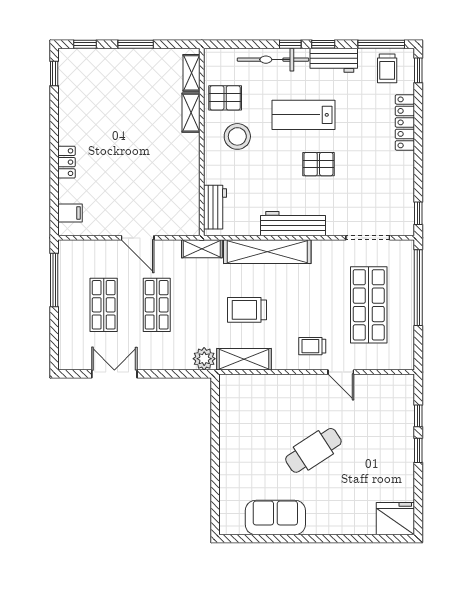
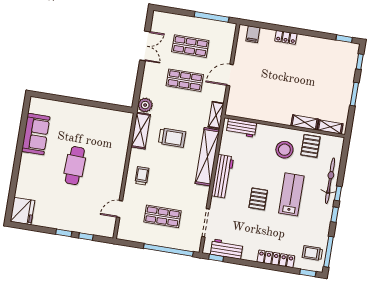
workbench: (334, 60) -> (227, 249), moved, turned 90
shop shelf: (369, 305) -> (162, 216), width x0.70, depth x0.74
trolley: (247, 310) -> (172, 138), turned 90
door: (341, 372) -> (119, 209), moved
cafe table: (313, 450) -> (75, 166), turned 35

